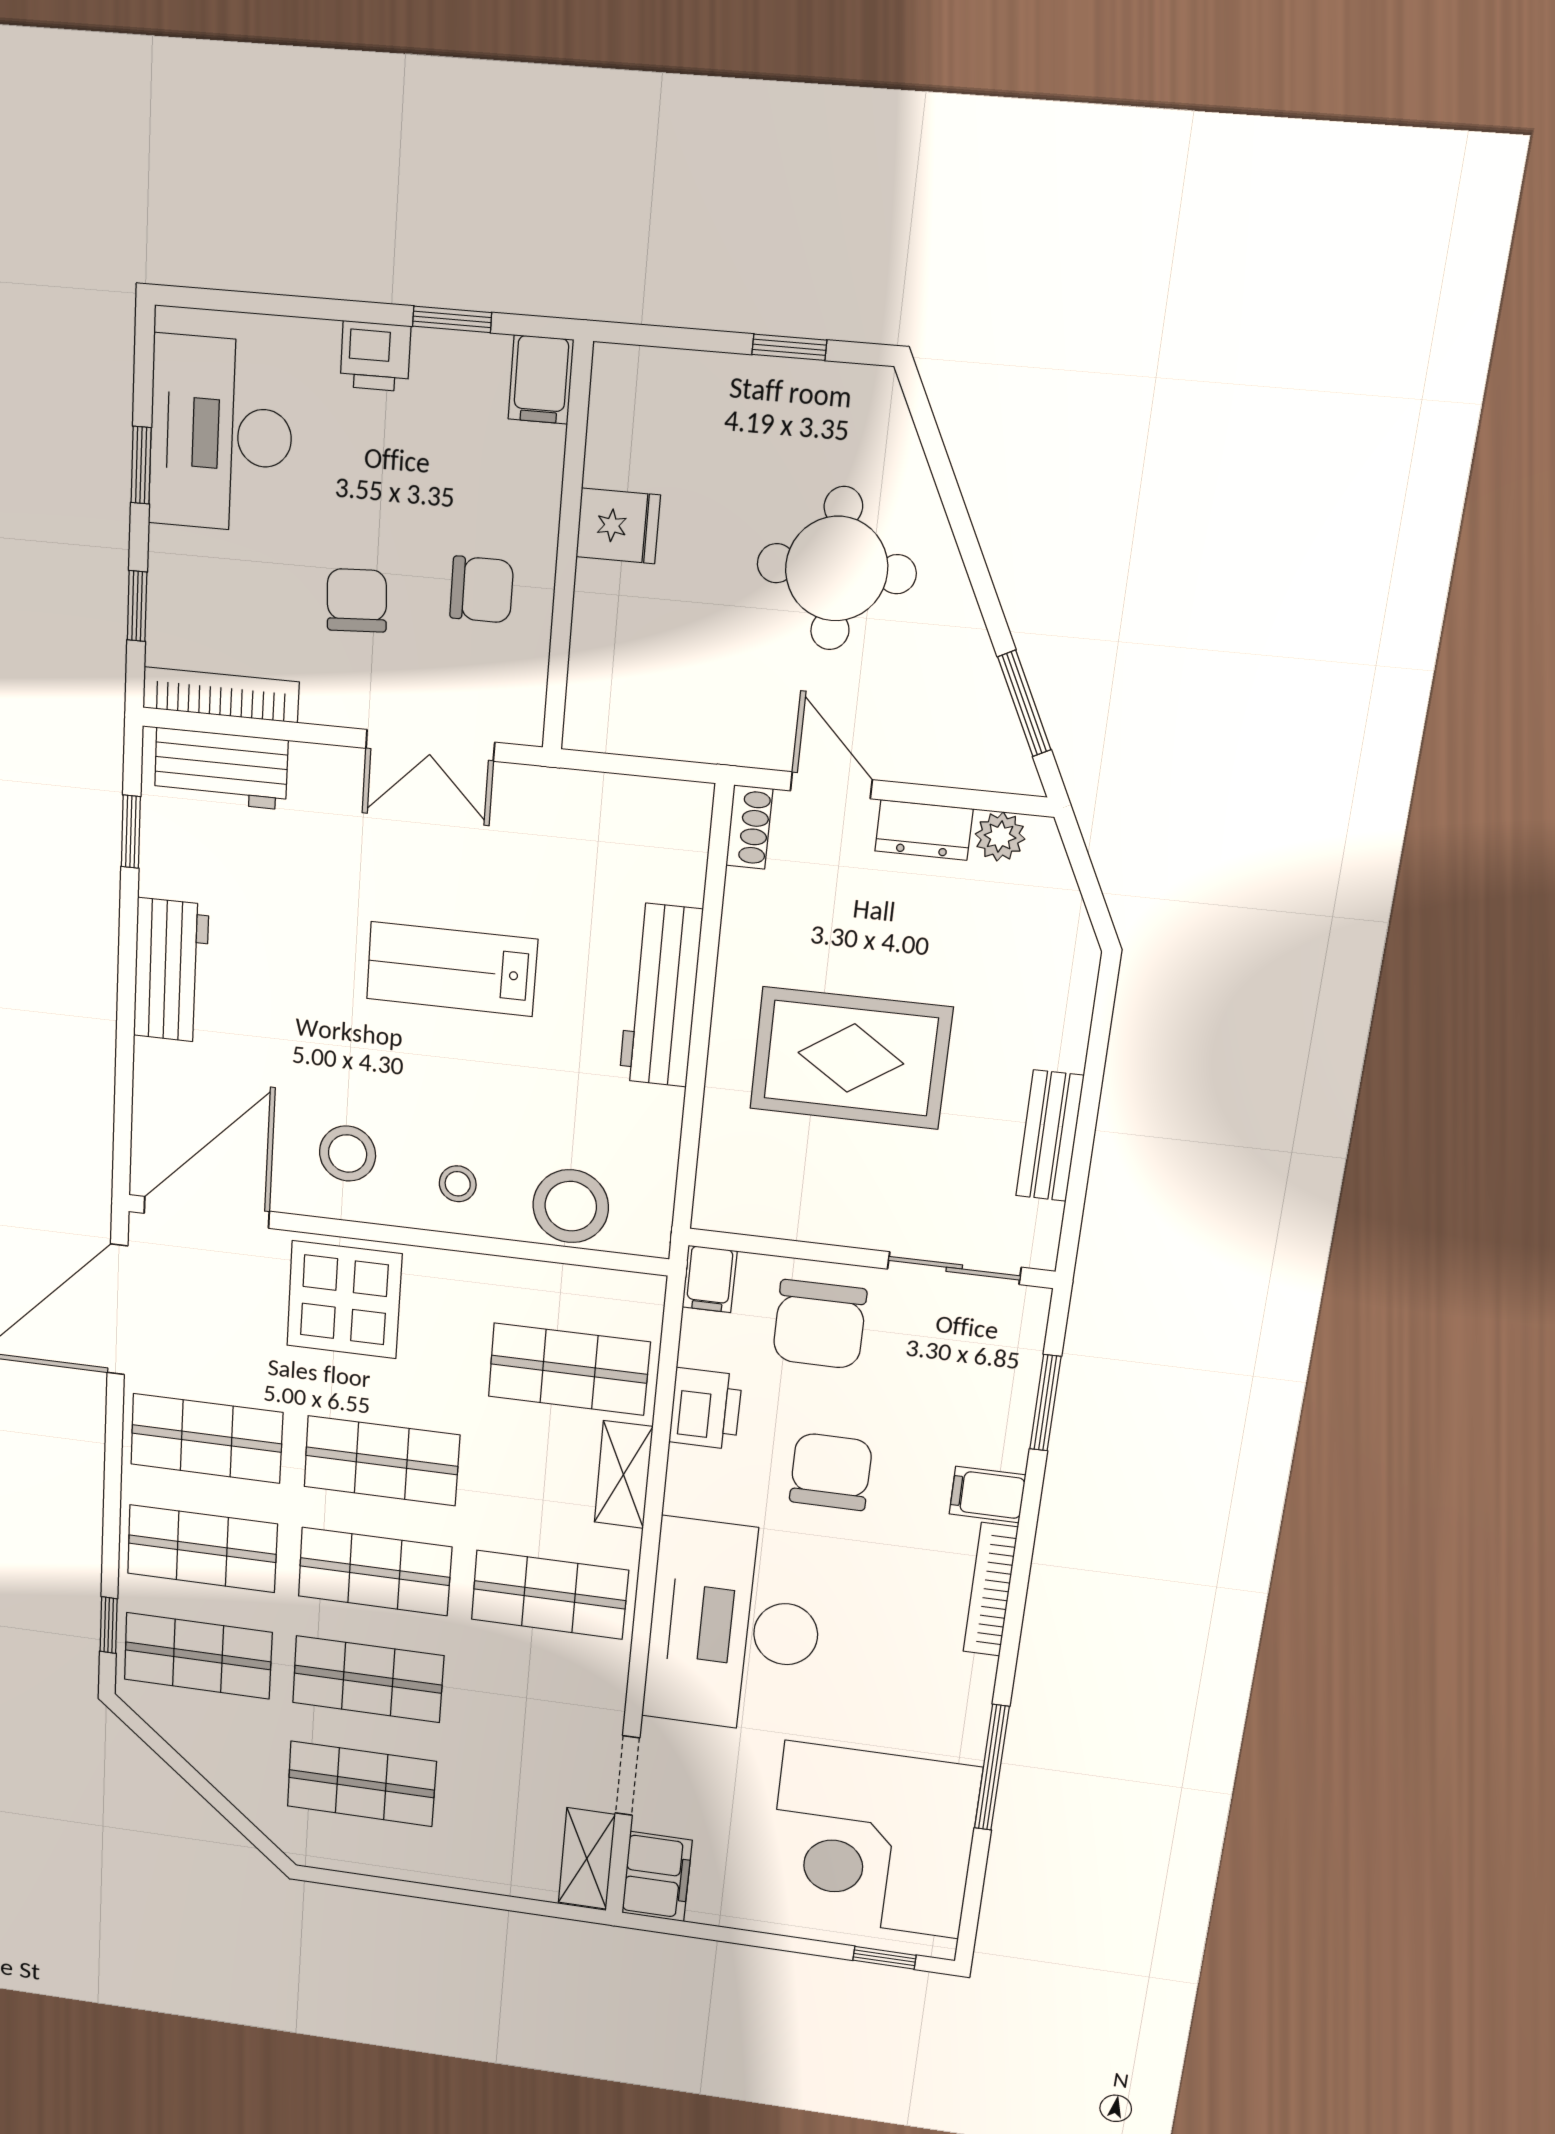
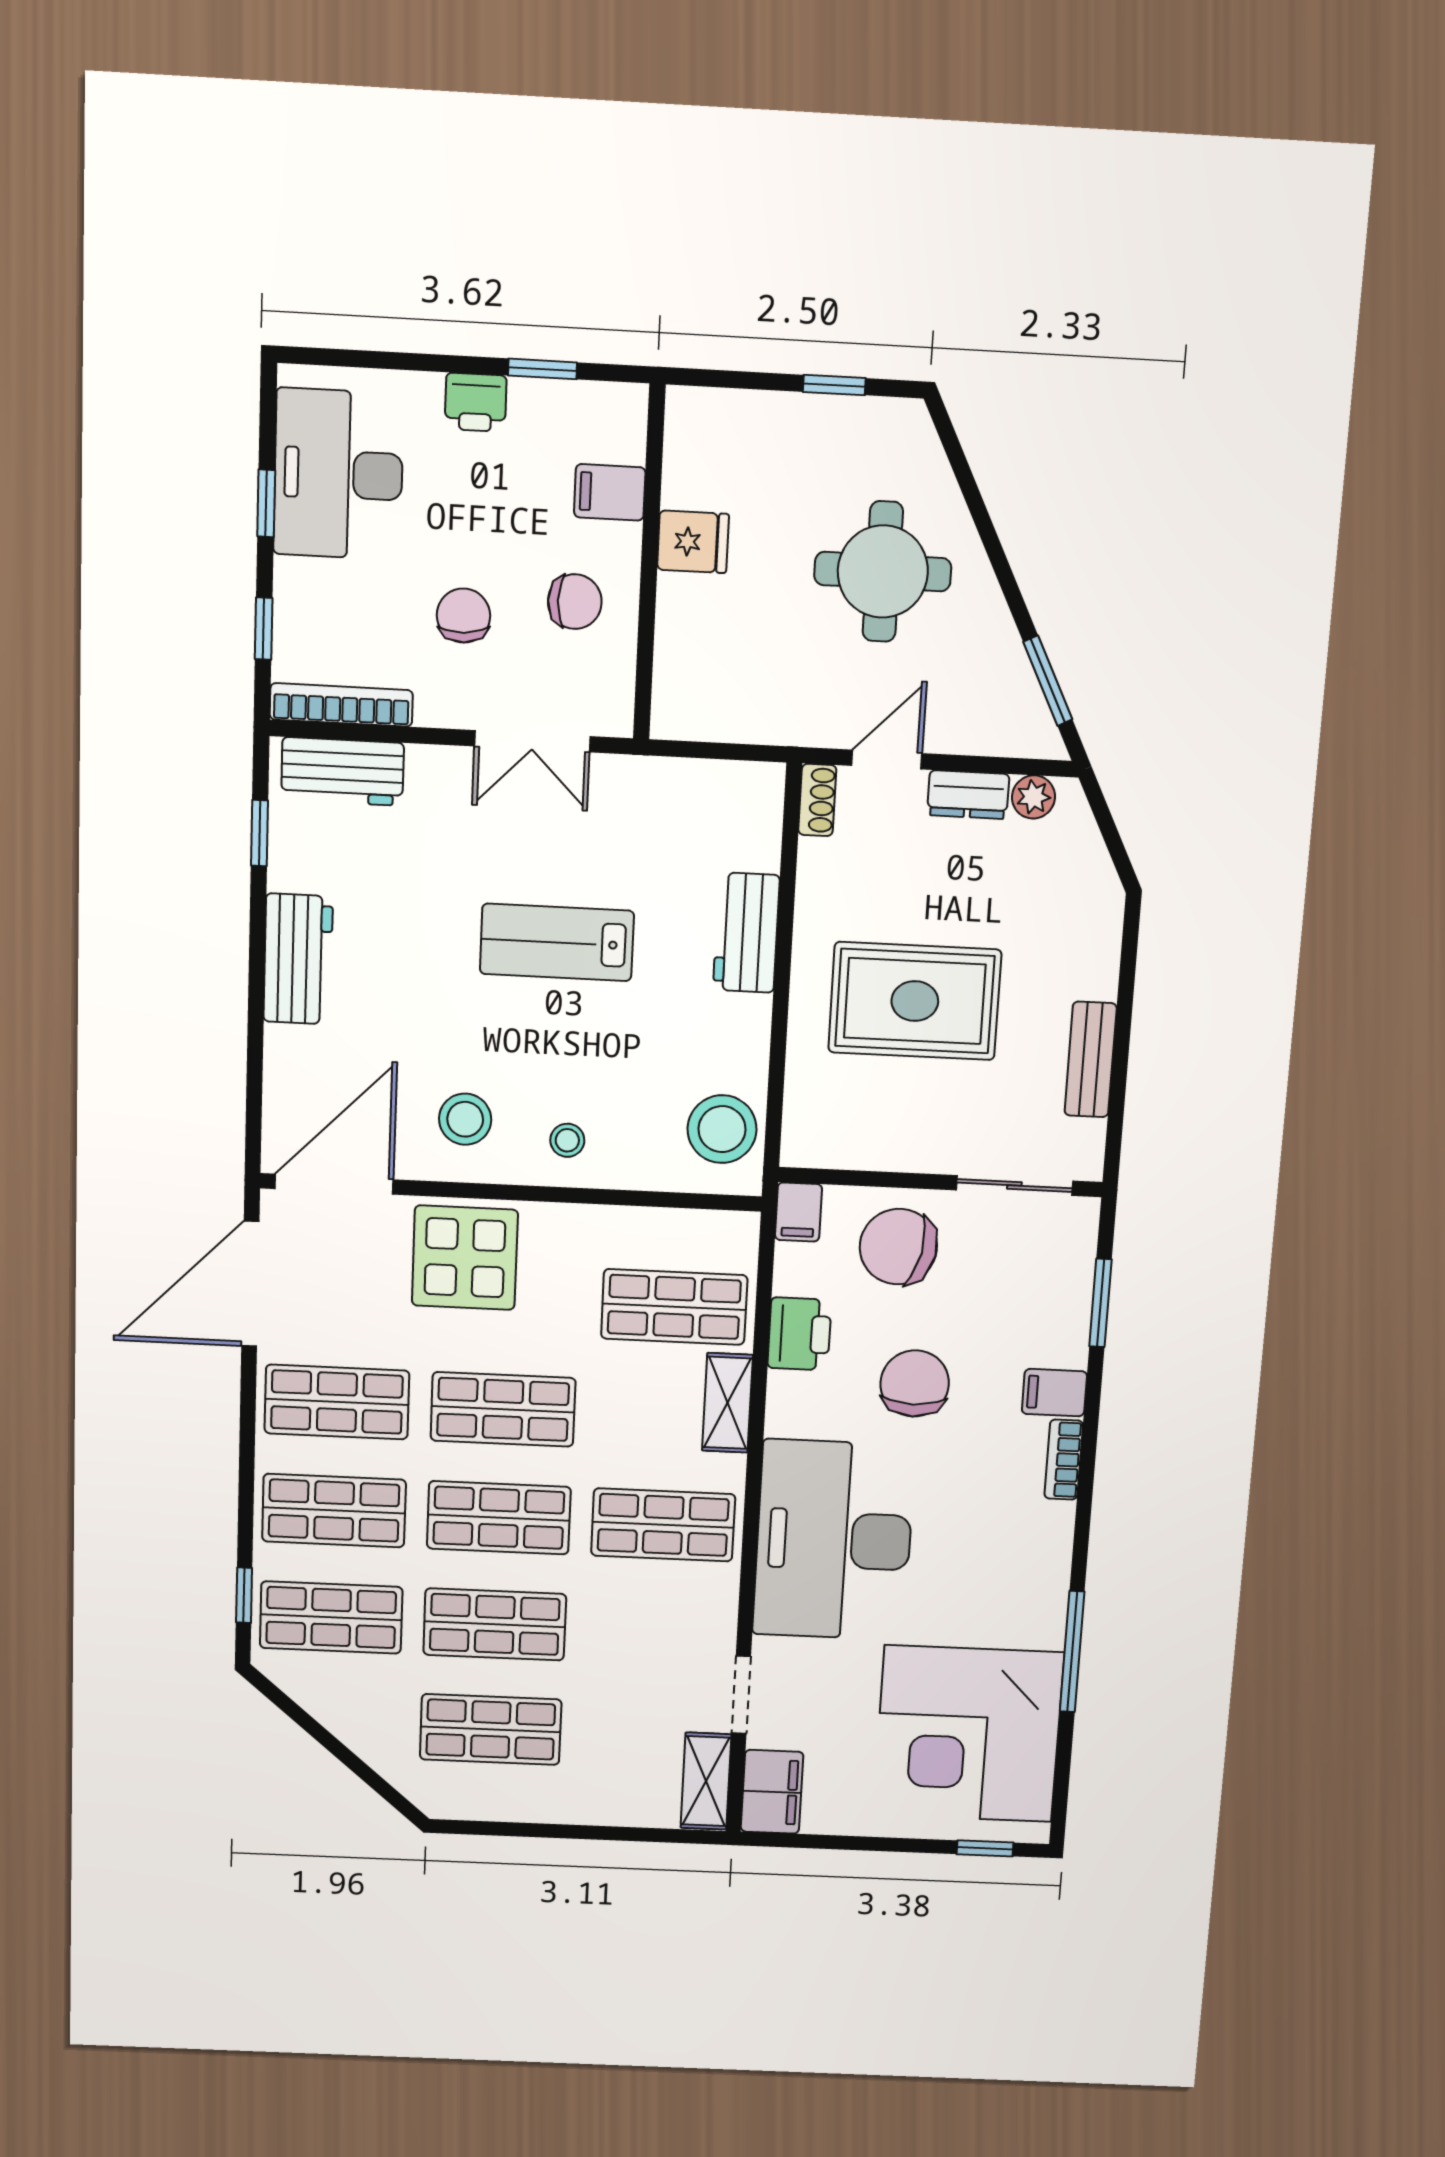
filing cabinet: (541, 379) -> (610, 492), moved, turned 90
door: (831, 785) -> (887, 760), hinge flipped
workbench: (661, 995) -> (746, 933), width x0.73
stool: (571, 1206) -> (722, 1129), moved
chair: (820, 1324) -> (898, 1247), turned 102
bookcase: (991, 1590) -> (1064, 1460), width x0.64

